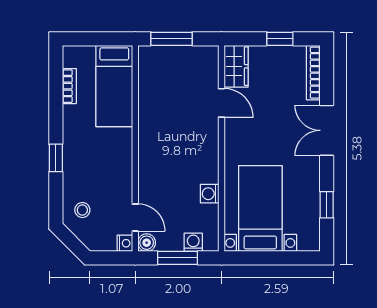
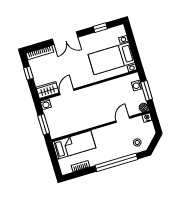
window: (56, 158) -> (116, 162), width x3.17
washing machine: (210, 194) -> (46, 104), moved
door: (135, 218) -> (123, 120), moved

